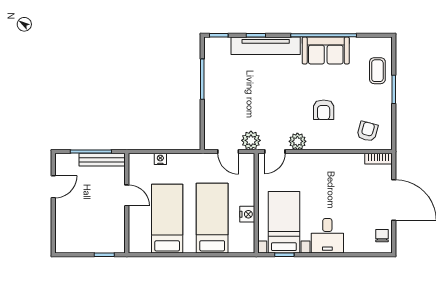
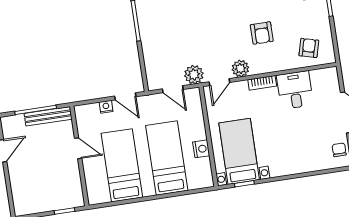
door: (181, 152) -> (125, 96), added
bookcase: (379, 159) -> (262, 83), moved
desk: (327, 236) -> (295, 90), moved, turned 180

